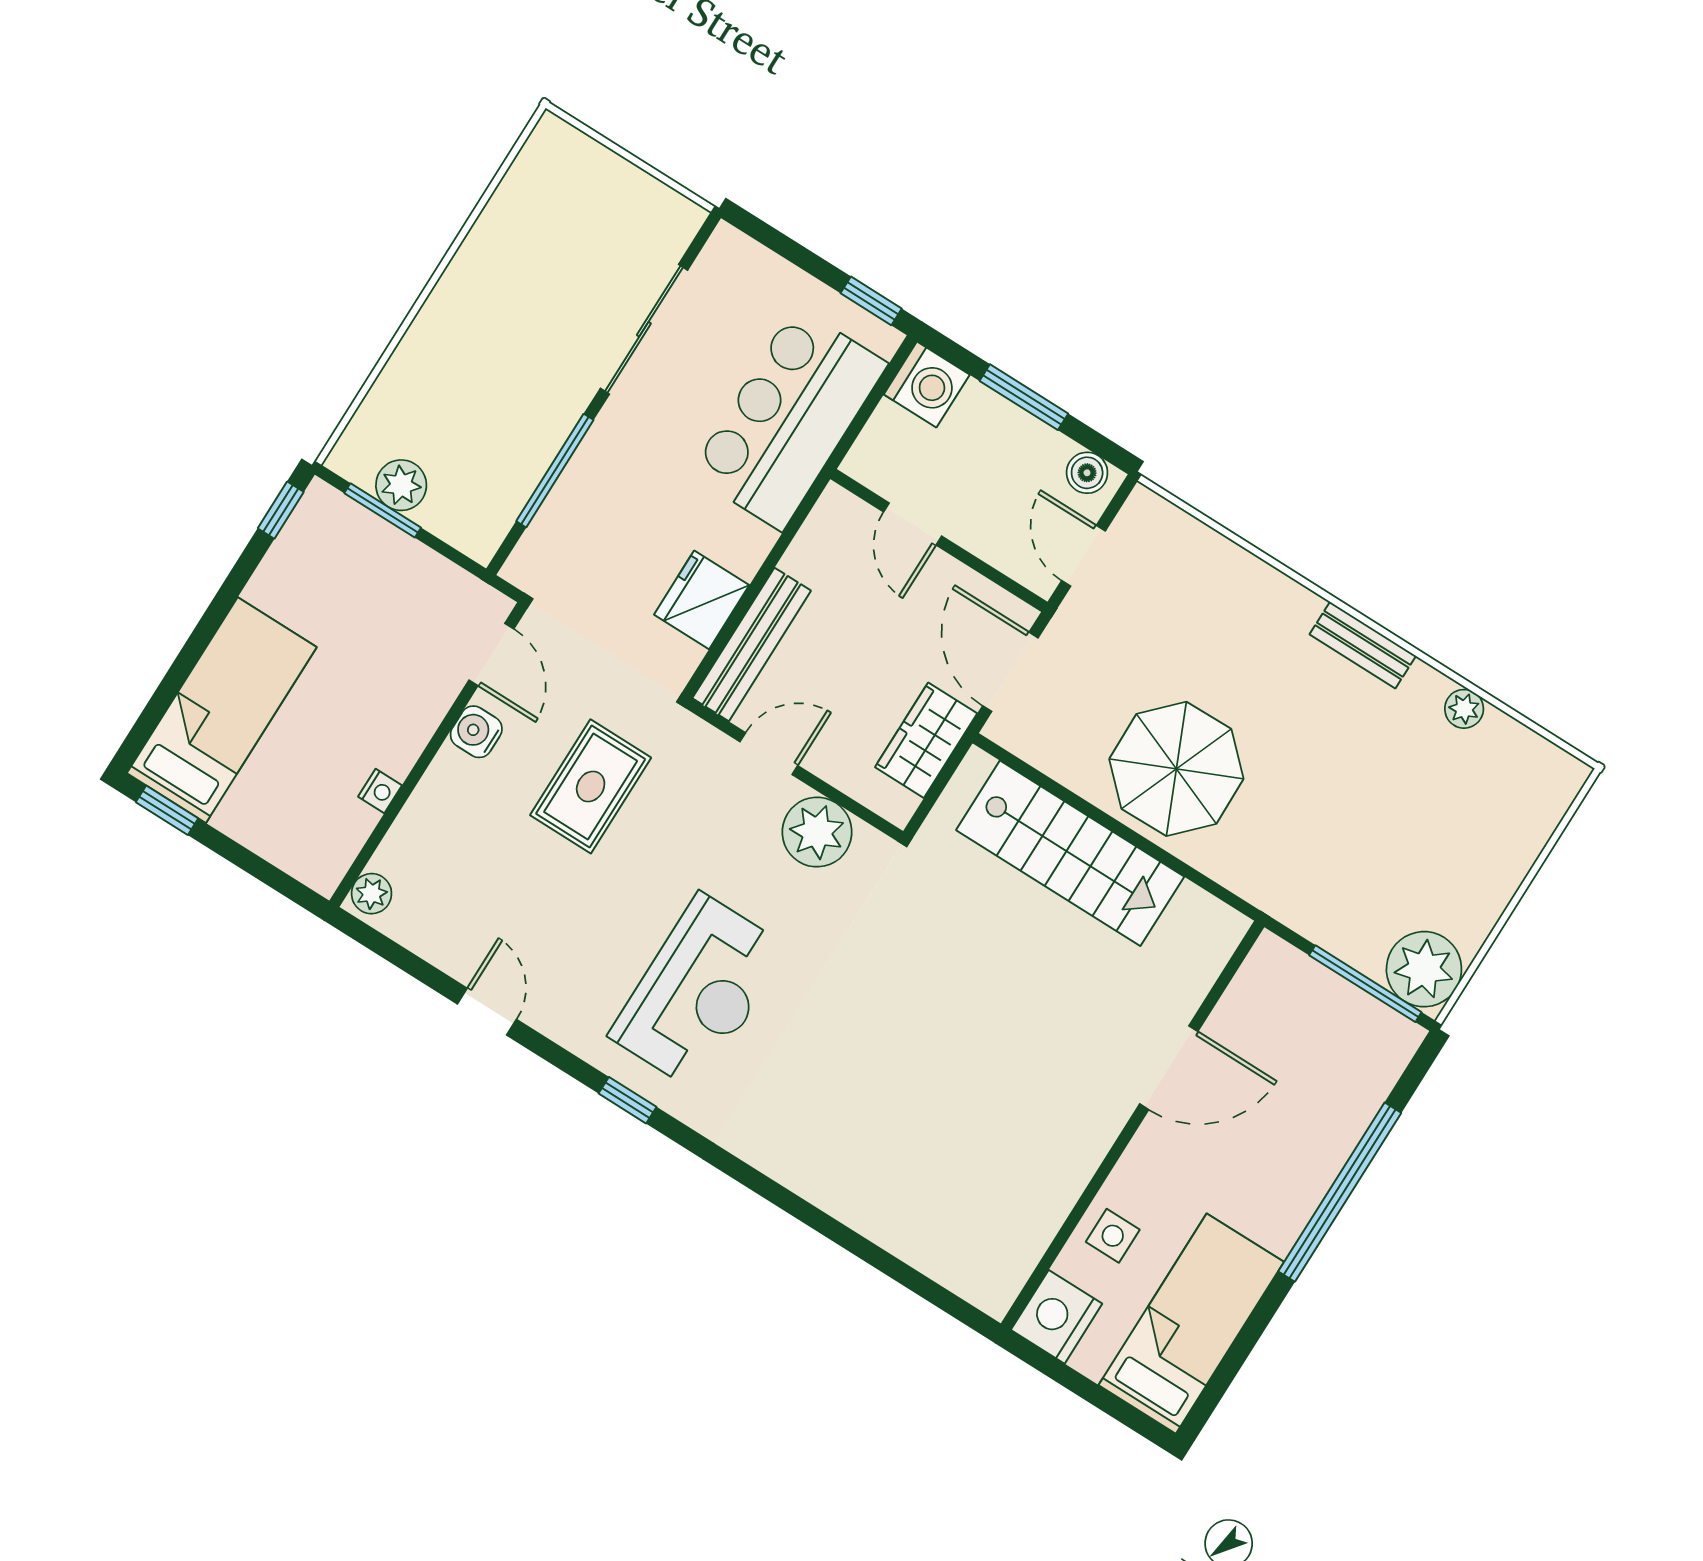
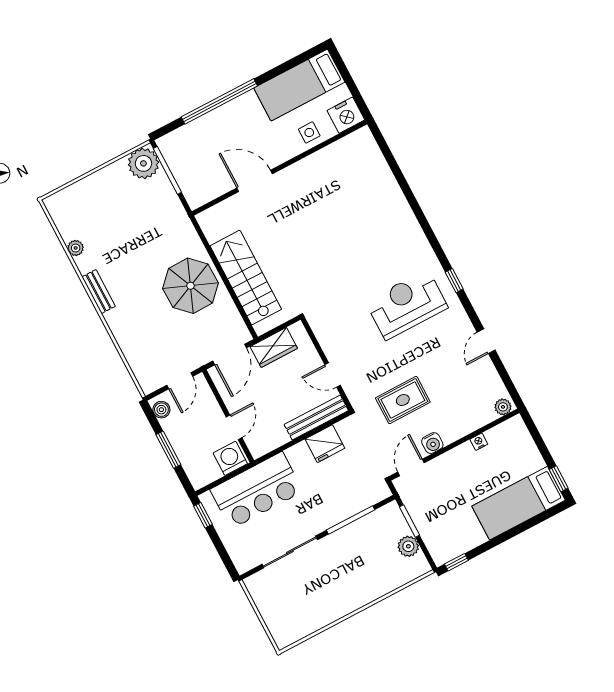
washing machine: (927, 384) -> (230, 458), moved
window: (383, 510) -> (410, 521), moved
plant: (817, 832) -> (332, 337), removed

